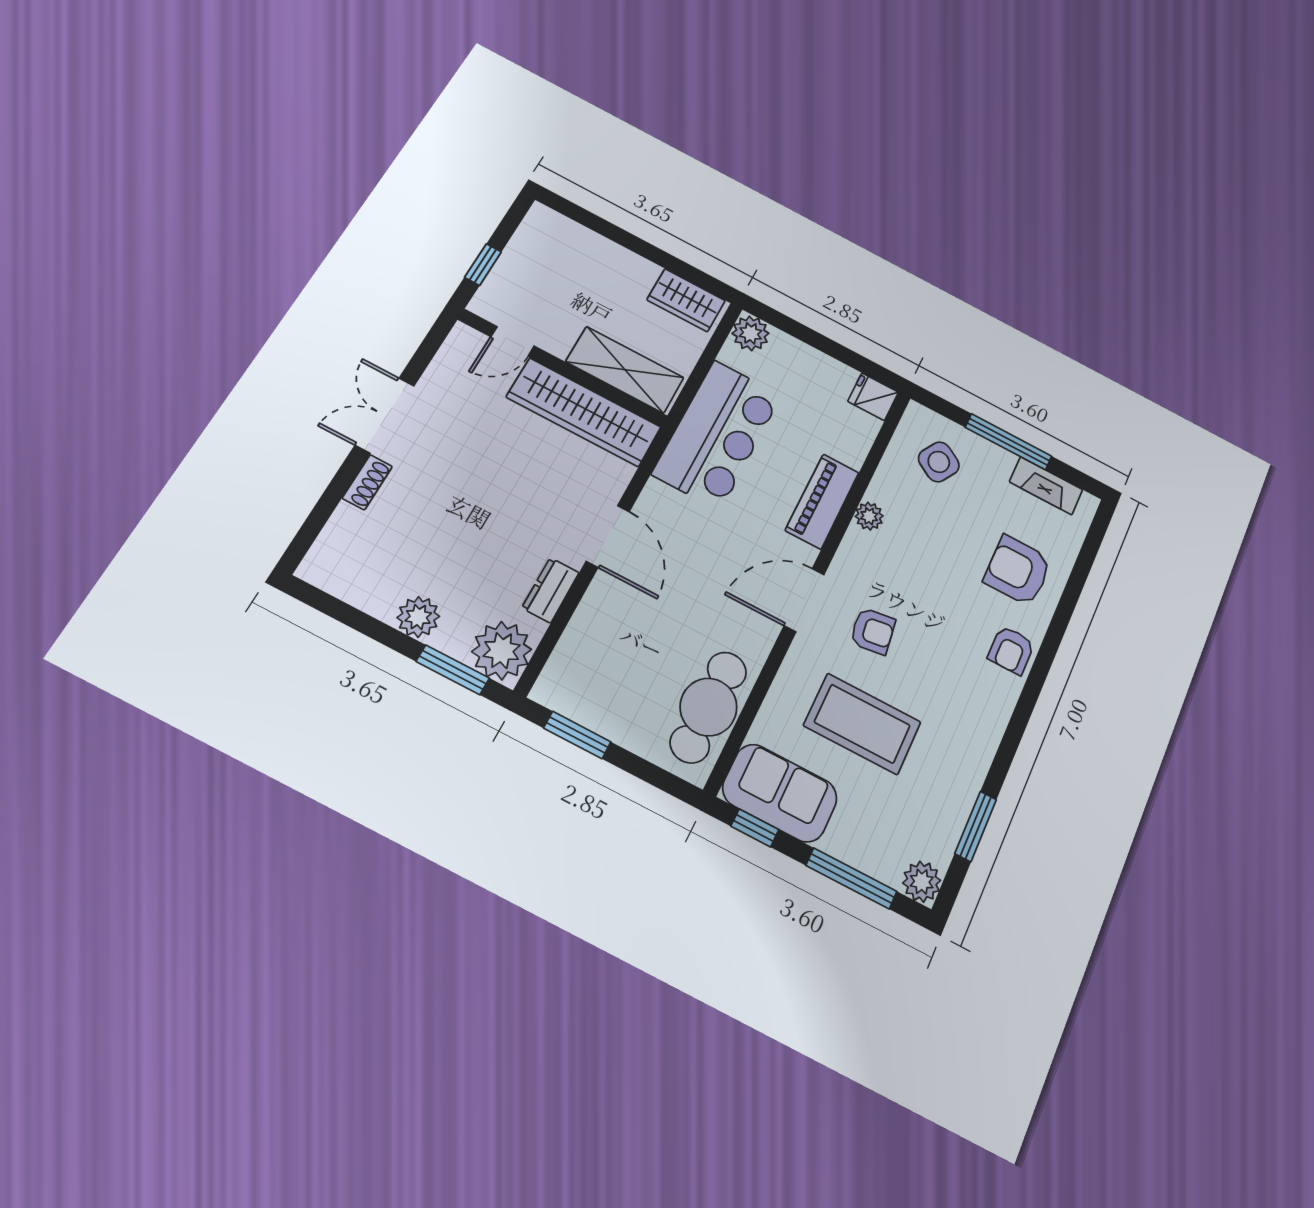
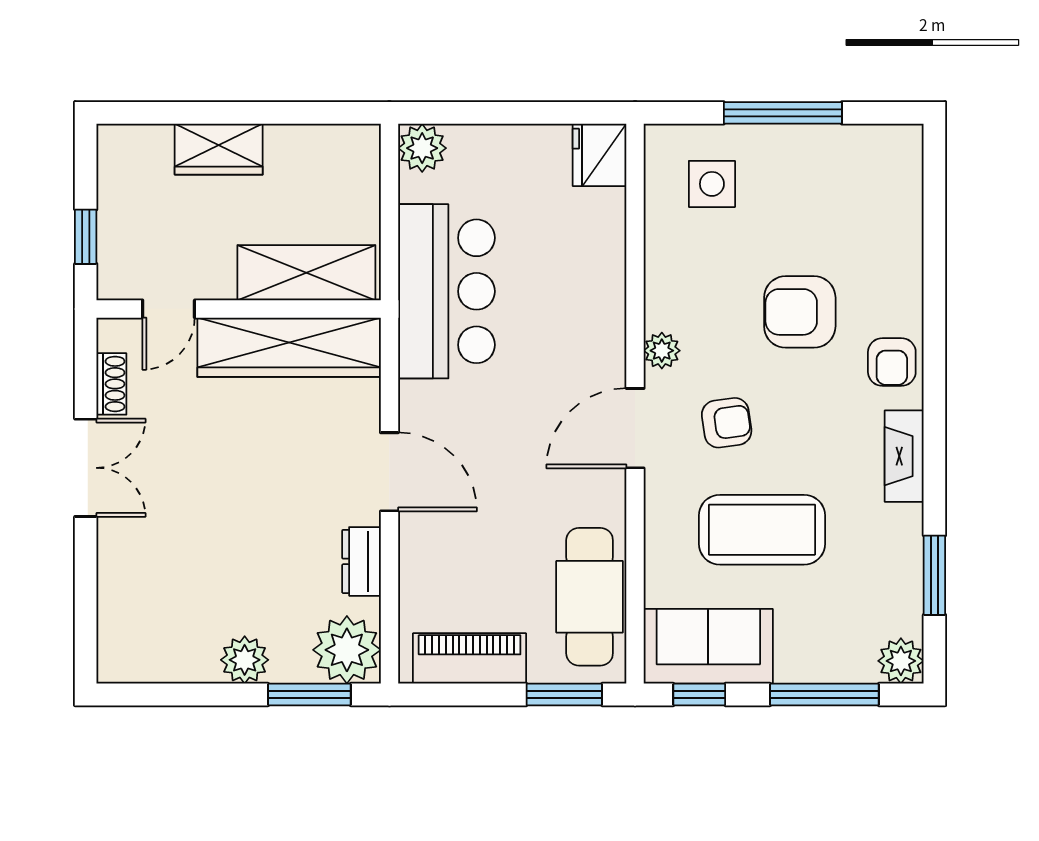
wardrobe: (686, 300) -> (219, 149), moved
fridge: (873, 397) -> (600, 155), width x1.38
double door: (385, 415) -> (86, 468), swing flipped
side table: (939, 462) -> (712, 184), turned -31
shoe rack: (367, 482) -> (111, 384), moved
fireplace: (1046, 486) -> (904, 456), moved, turned 90
piano: (822, 501) -> (470, 658), moved, turned 90
plant: (869, 516) -> (662, 351), moved
armchair: (1018, 571) -> (800, 312), moved
window: (577, 735) -> (564, 695), moved

